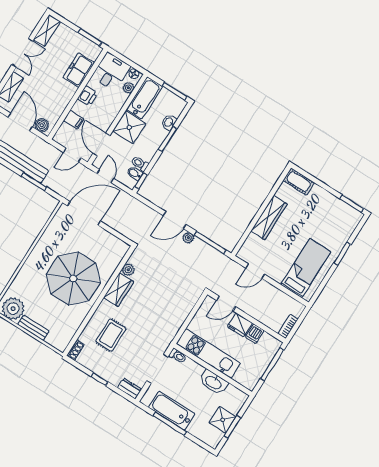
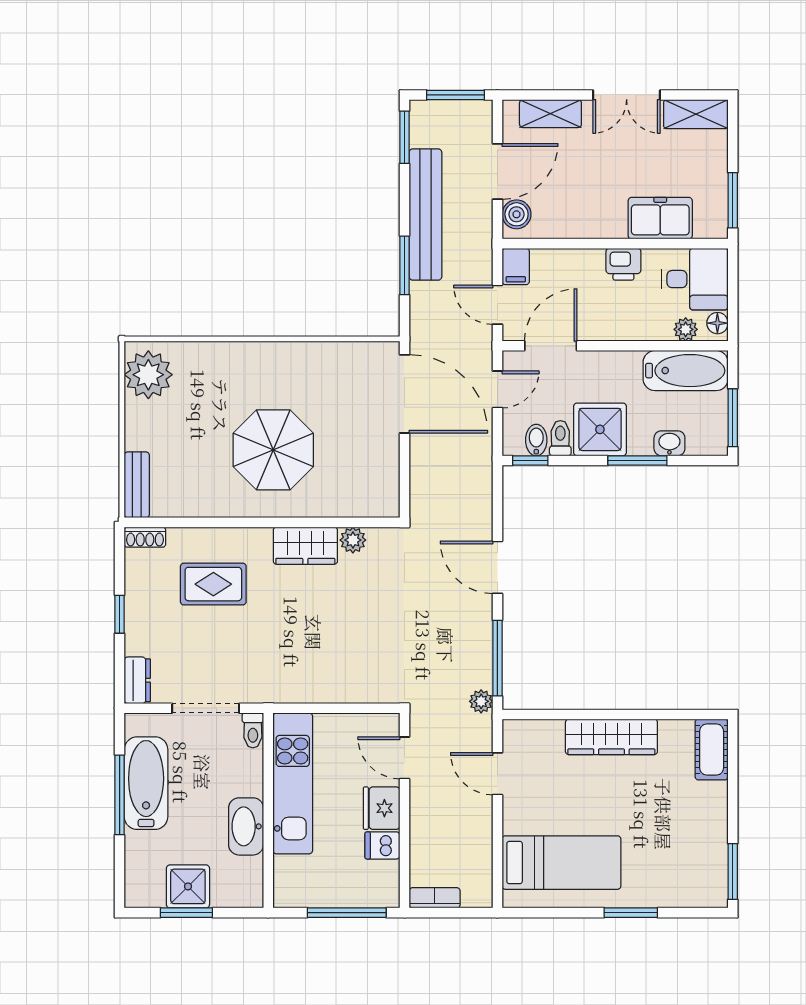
filing cabinet: (74, 120) -> (516, 267), moved
shower: (129, 127) -> (600, 429), moved
plant: (188, 238) -> (481, 701), moved
parasol: (73, 278) -> (273, 450), width x0.73, depth x0.73
bench: (33, 328) -> (137, 485), moved

